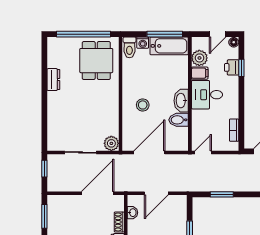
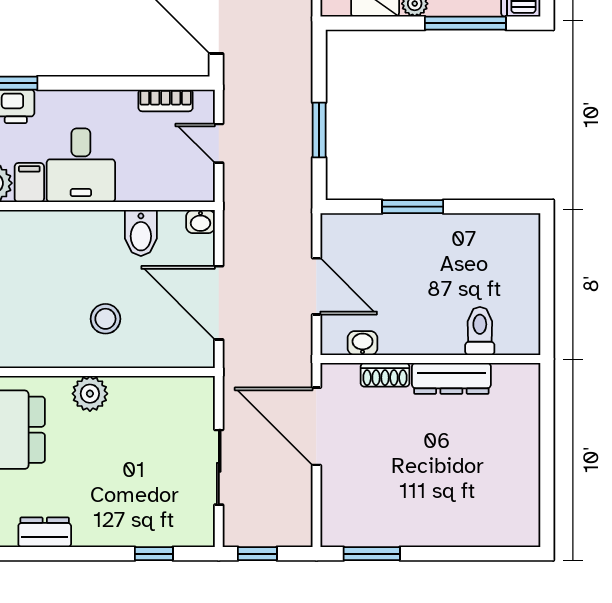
washbasin: (181, 101) -> (200, 222), moved, width x0.52, depth x0.69
window: (44, 125) -> (154, 554), added
plant: (111, 143) -> (90, 394), moved
door: (203, 152) -> (219, 143), moved

